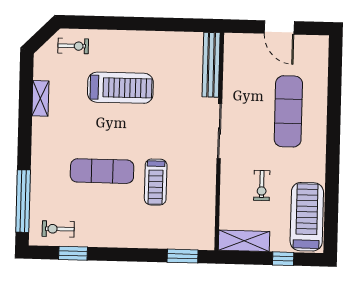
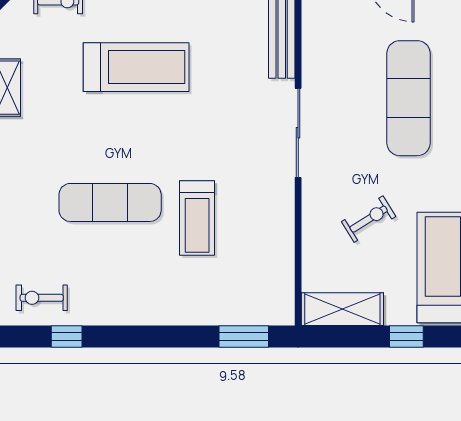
exercise bike: (262, 186) -> (369, 219), turned -122
window: (73, 253) -> (67, 336), width x0.67

